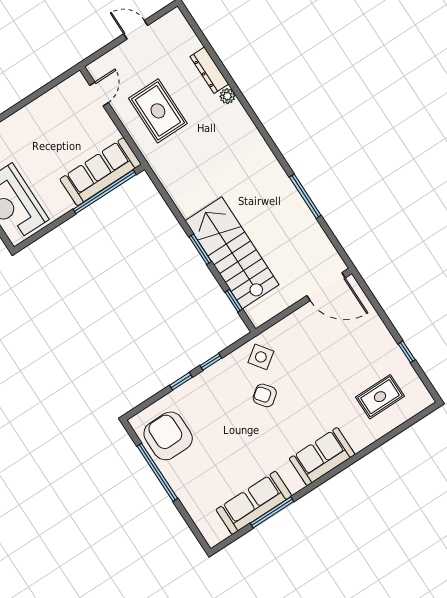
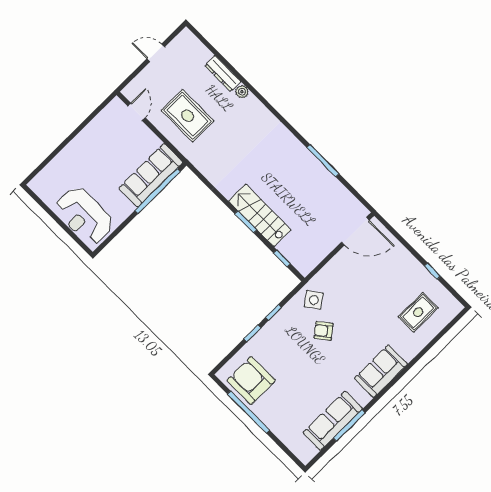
stairs: (232, 253) -> (260, 215), width x0.73, depth x0.66

